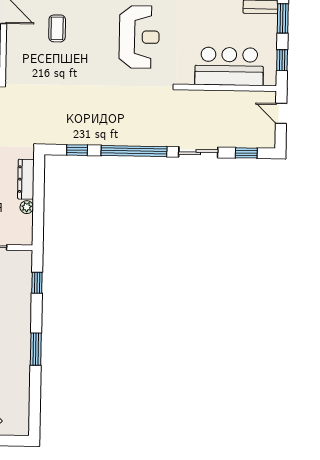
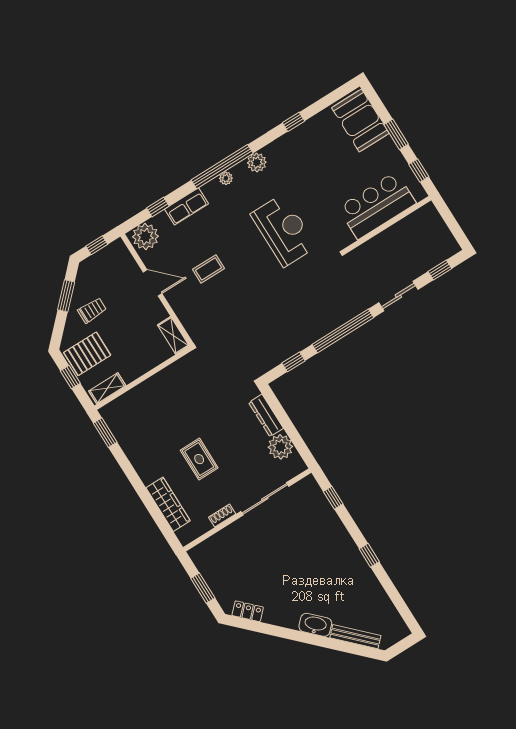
coffee table: (57, 28) -> (208, 269), turned 90
door: (281, 113) -> (448, 217), removed
plant: (27, 207) -> (280, 447), width x1.88, depth x1.88
window: (36, 349) -> (369, 555), width x0.67

